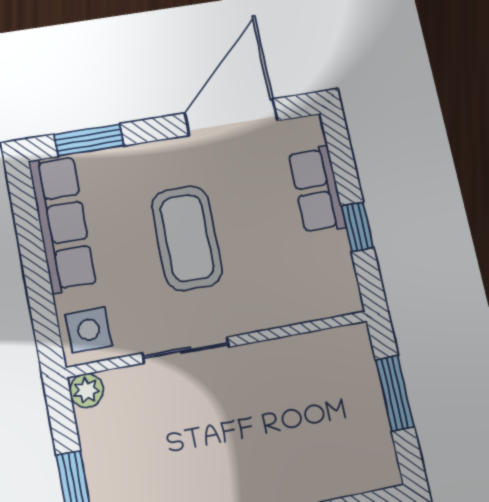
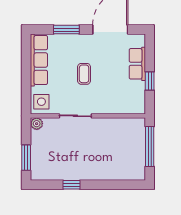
window: (89, 140) -> (66, 30), moved
coffee table: (187, 238) -> (84, 74), width x0.54, depth x0.58
window: (395, 393) -> (150, 147), width x1.44

